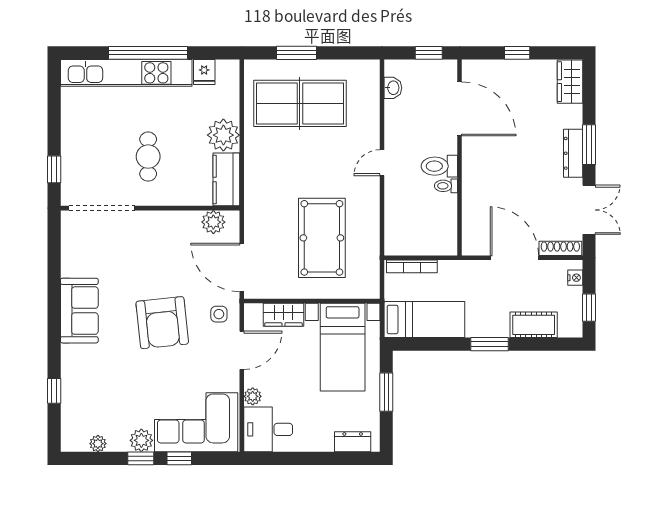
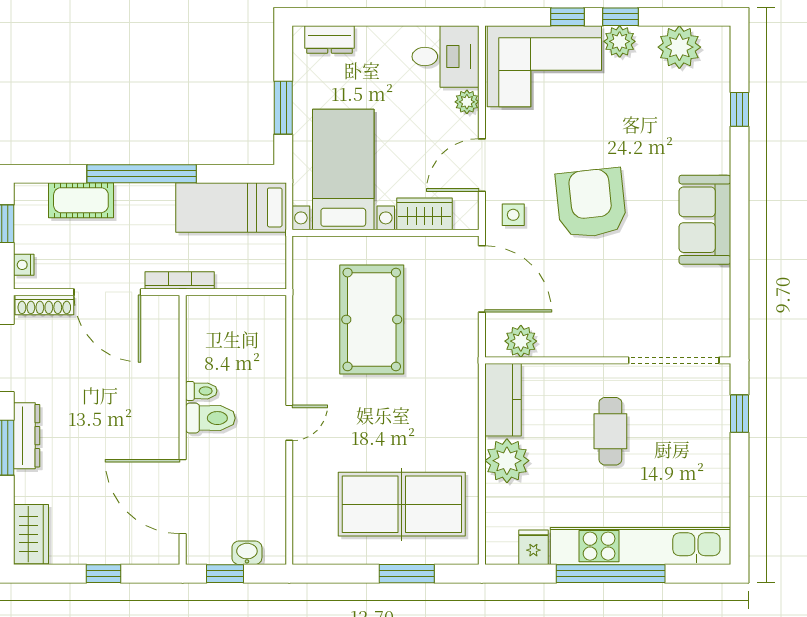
washbasin: (393, 88) -> (247, 553), moved, turned 90
bookcase: (412, 266) -> (180, 280), moved
window: (489, 344) -> (142, 174), width x2.11
plant: (98, 444) -> (679, 47), width x1.88, depth x1.88

